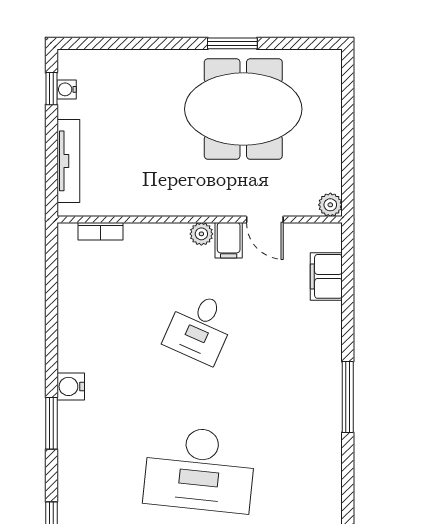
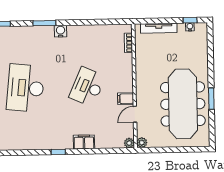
meeting table: (243, 109) -> (183, 104), width x1.36
plant: (201, 234) -> (129, 143), moved
filing cabinet: (326, 276) -> (84, 142), moved
desk: (200, 328) -> (87, 87), width x1.37
window: (348, 397) -> (58, 152), width x0.46

